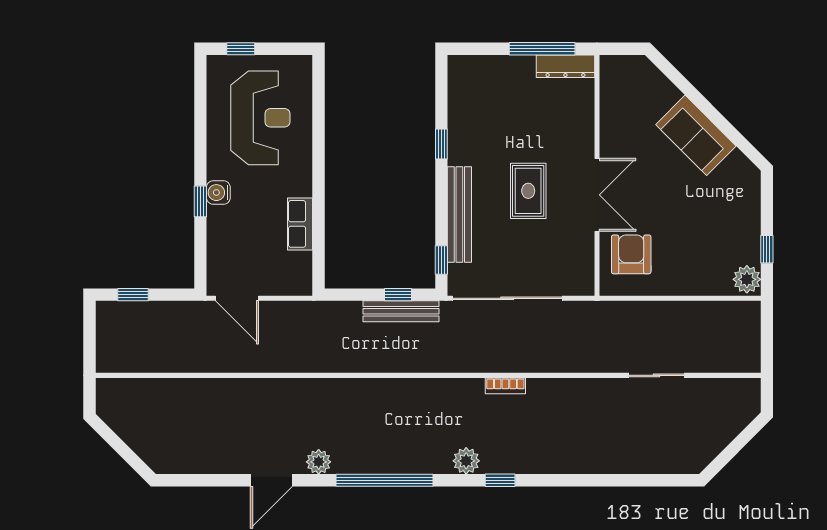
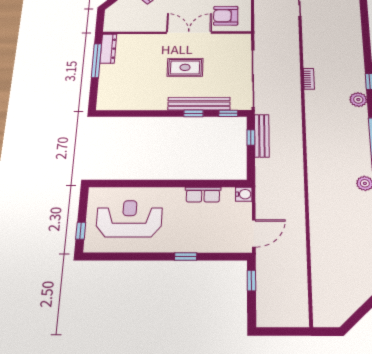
window: (441, 144) -> (193, 113), moved
water cooler: (218, 193) -> (244, 194), moved, turned -90
window: (133, 295) -> (251, 280), moved

